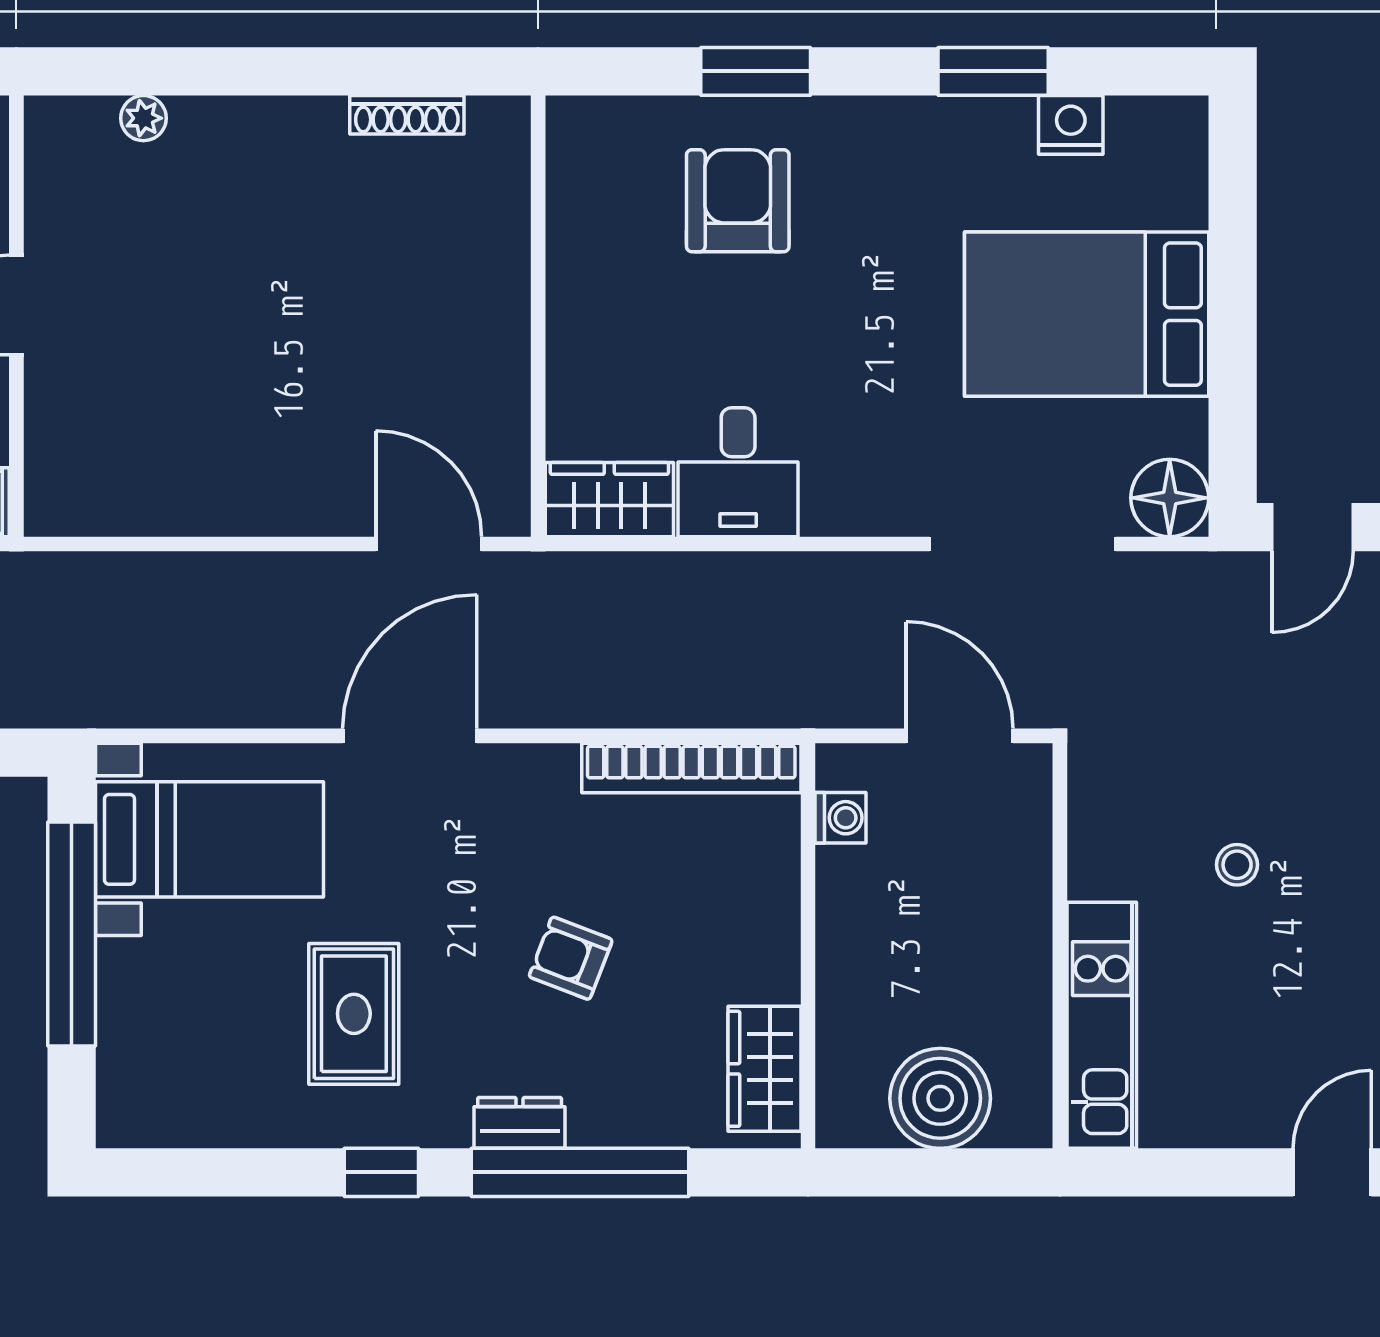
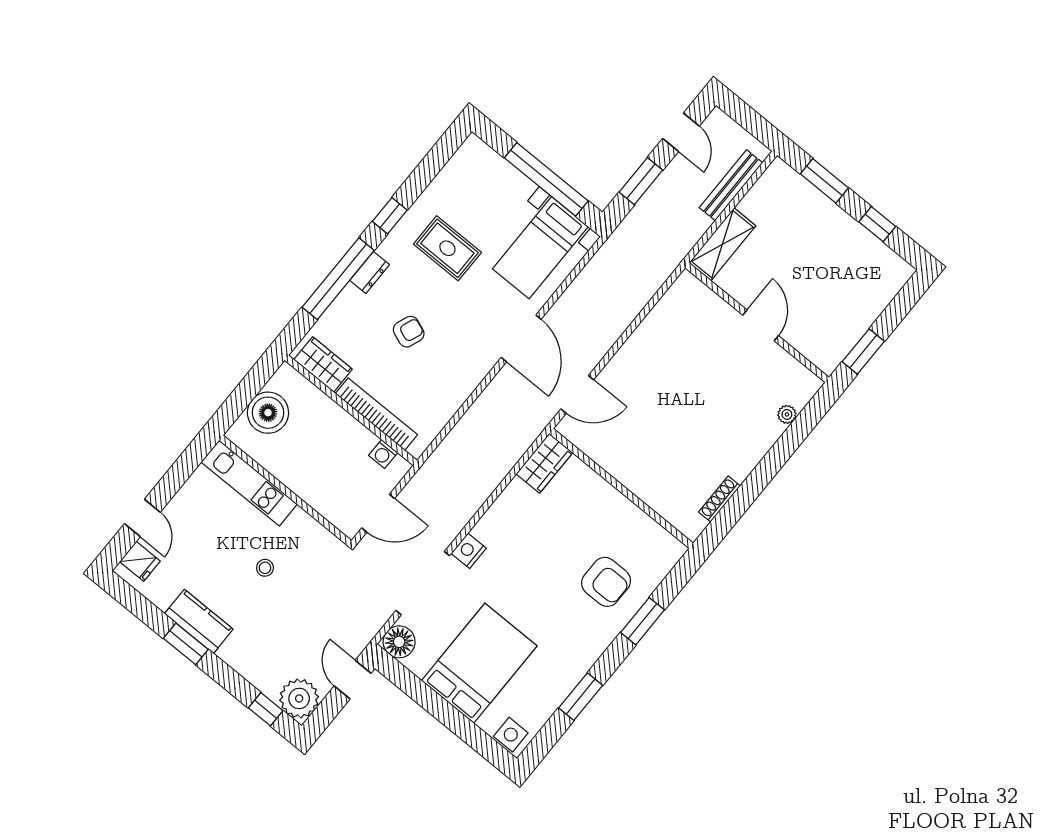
nightstand: (1071, 125) -> (469, 551), moved, turned 180
side table: (1172, 145) -> (511, 735), added
desk: (738, 472) -> (520, 511), removed
bookcase: (691, 768) -> (376, 414), moved, turned 90

